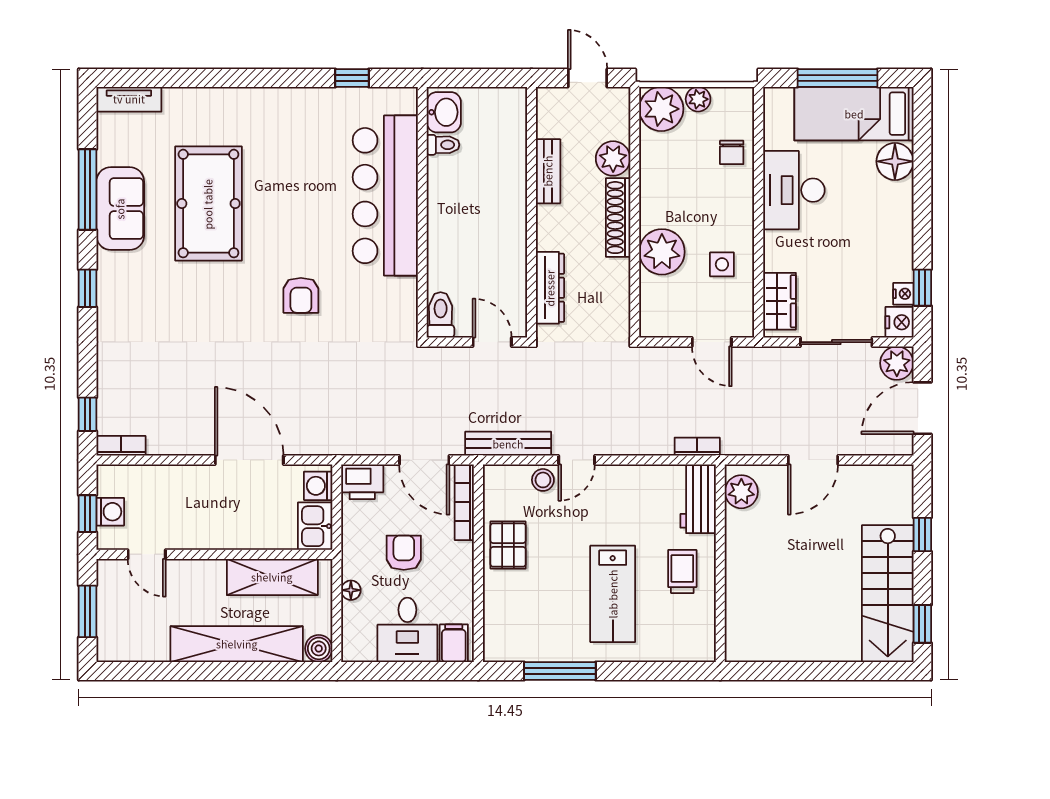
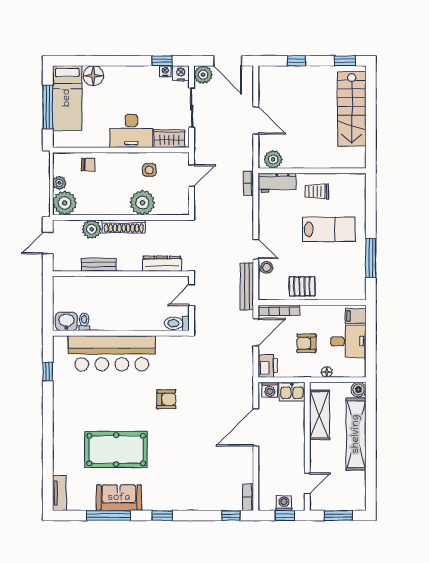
desk: (794, 190) -> (131, 131), moved
stairs: (888, 594) -> (352, 109), moved, turned 90

